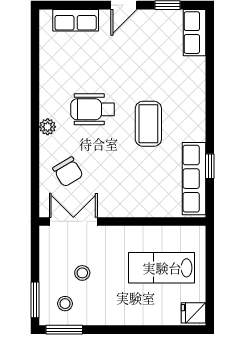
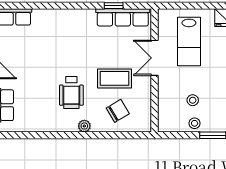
coffee table: (148, 124) -> (115, 78), moved
double door: (73, 221) -> (155, 58), moved
stool: (65, 304) -> (195, 123), moved

